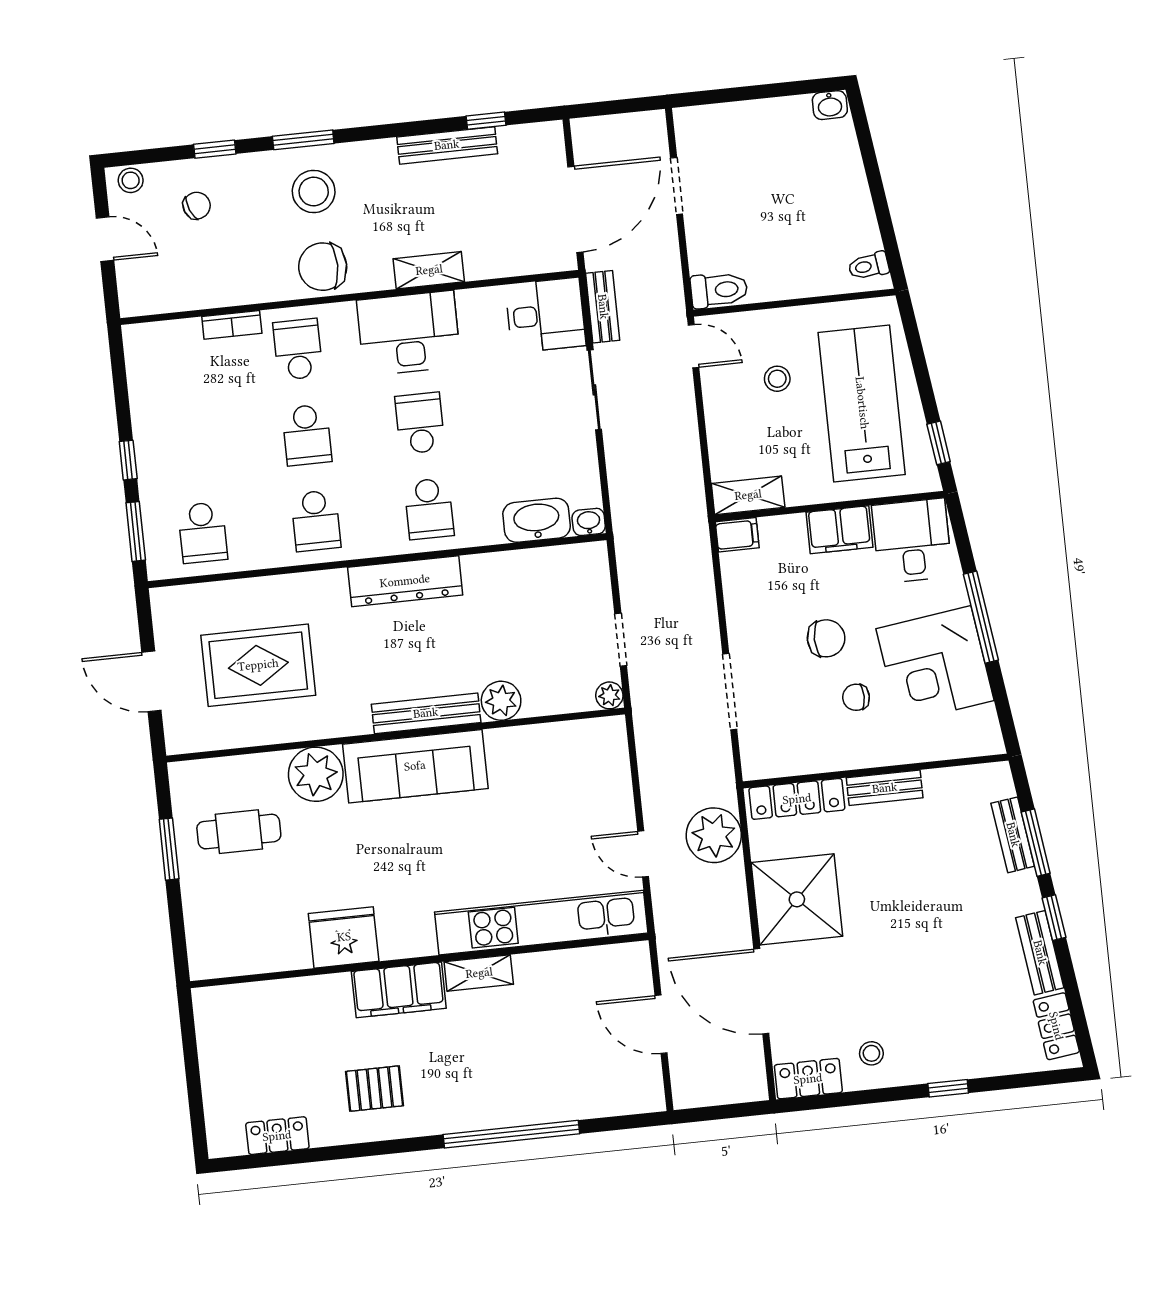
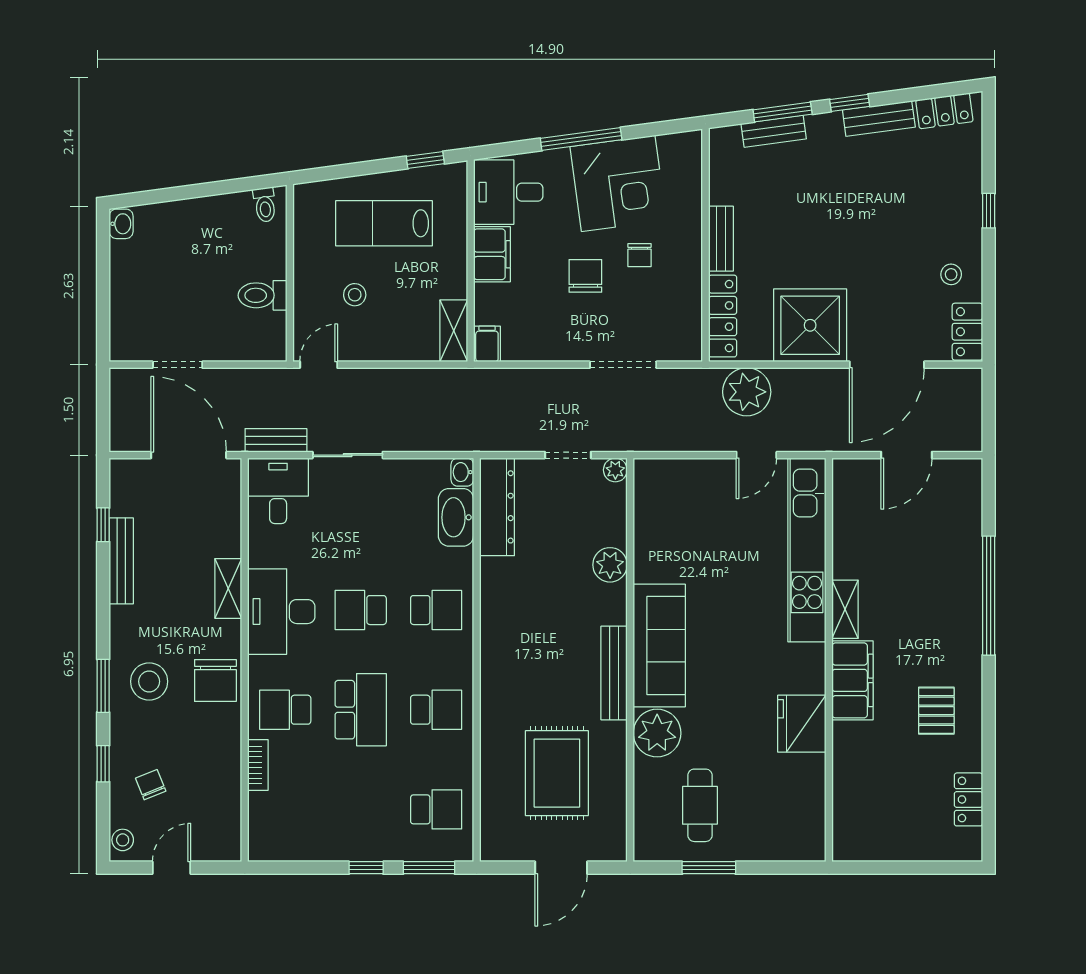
toilet: (719, 290) -> (263, 295), moved, turned -90
lab bench: (862, 403) -> (384, 223), width x0.73, depth x0.72
school desk: (307, 435) -> (361, 710), width x1.85
dresser: (405, 581) -> (497, 507), moved
bench: (426, 713) -> (614, 673), moved

